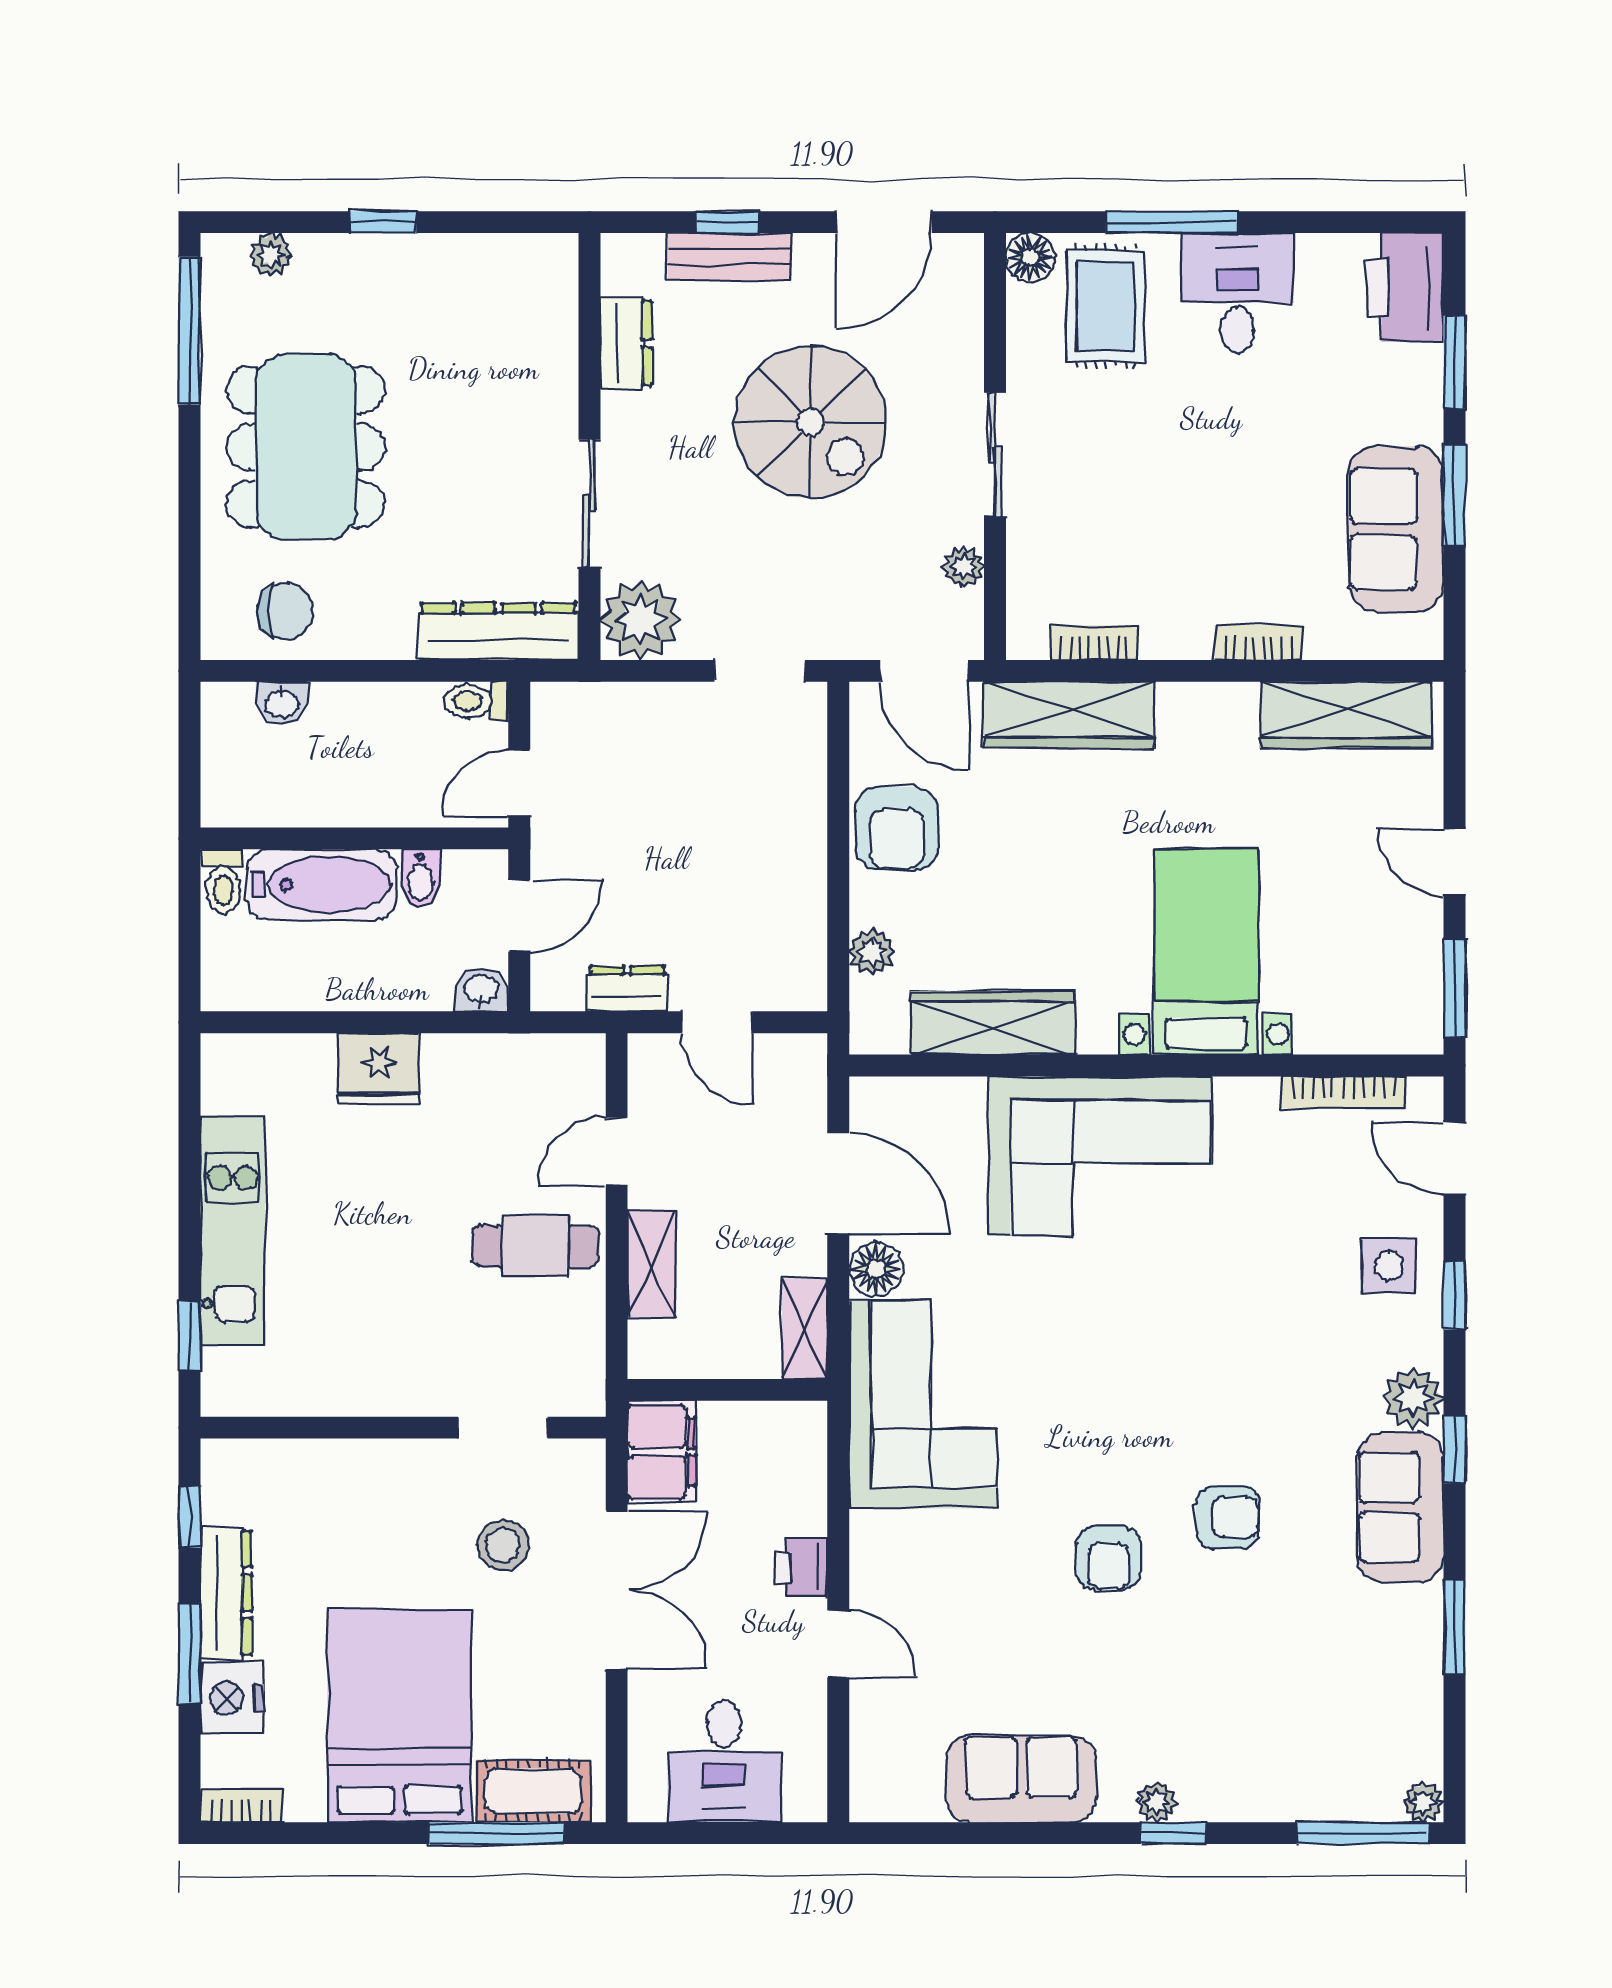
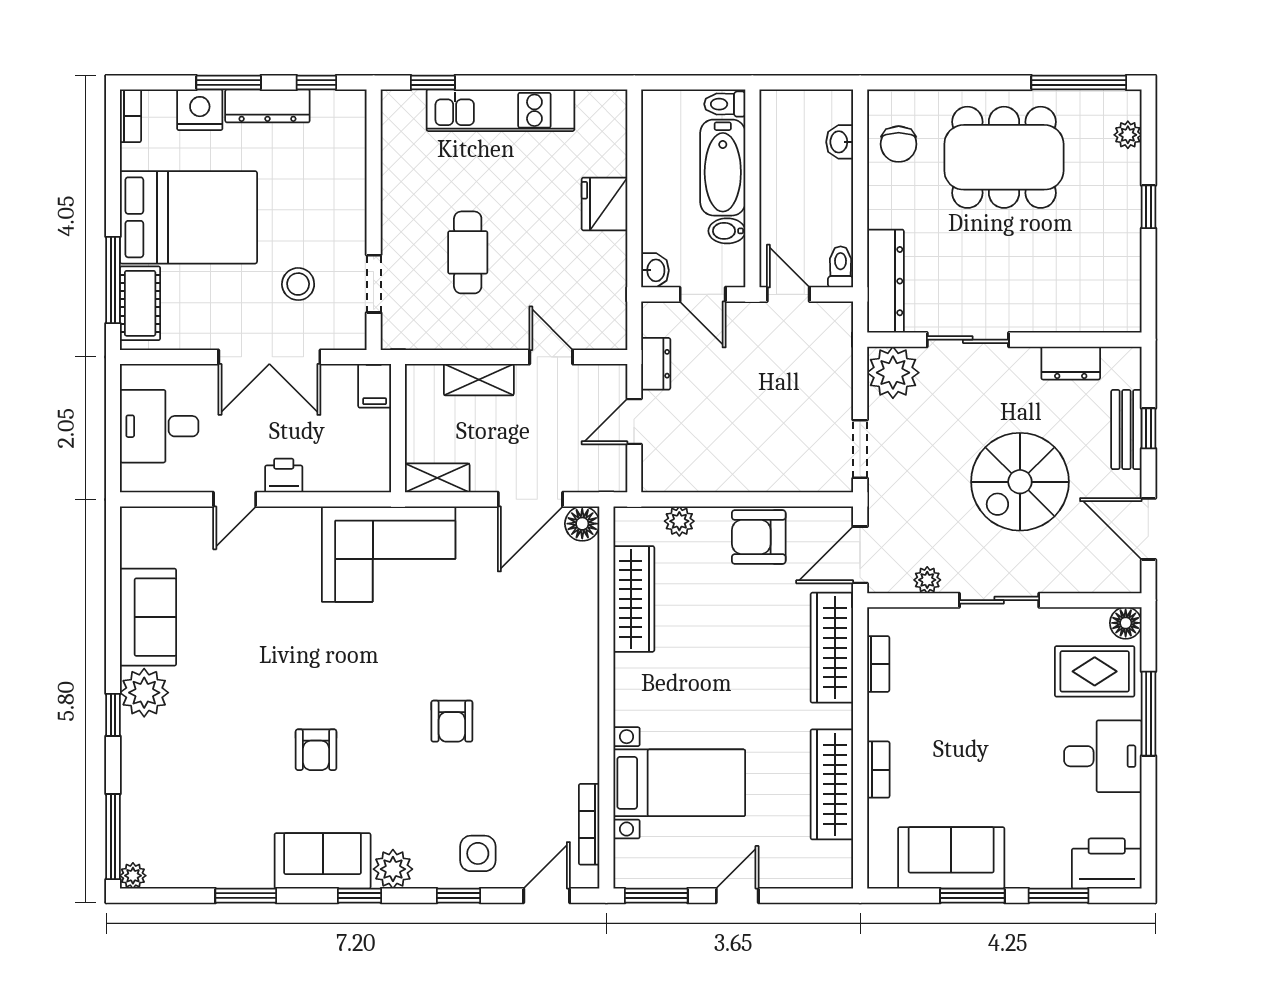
wardrobe: (1346, 715) -> (832, 784), moved
bed with nightstands: (1206, 952) -> (679, 783), moved
corner sofa: (1100, 1156) -> (548, 667), removed
cafe table: (536, 1246) -> (468, 252), moved
floor lamp: (876, 1269) -> (582, 524), moved
filing cabinet: (661, 1452) -> (375, 386), width x0.50
armchair: (1109, 1558) -> (452, 721), moved, turned -90
plant: (1156, 1802) -> (144, 693), width x1.88, depth x1.88

